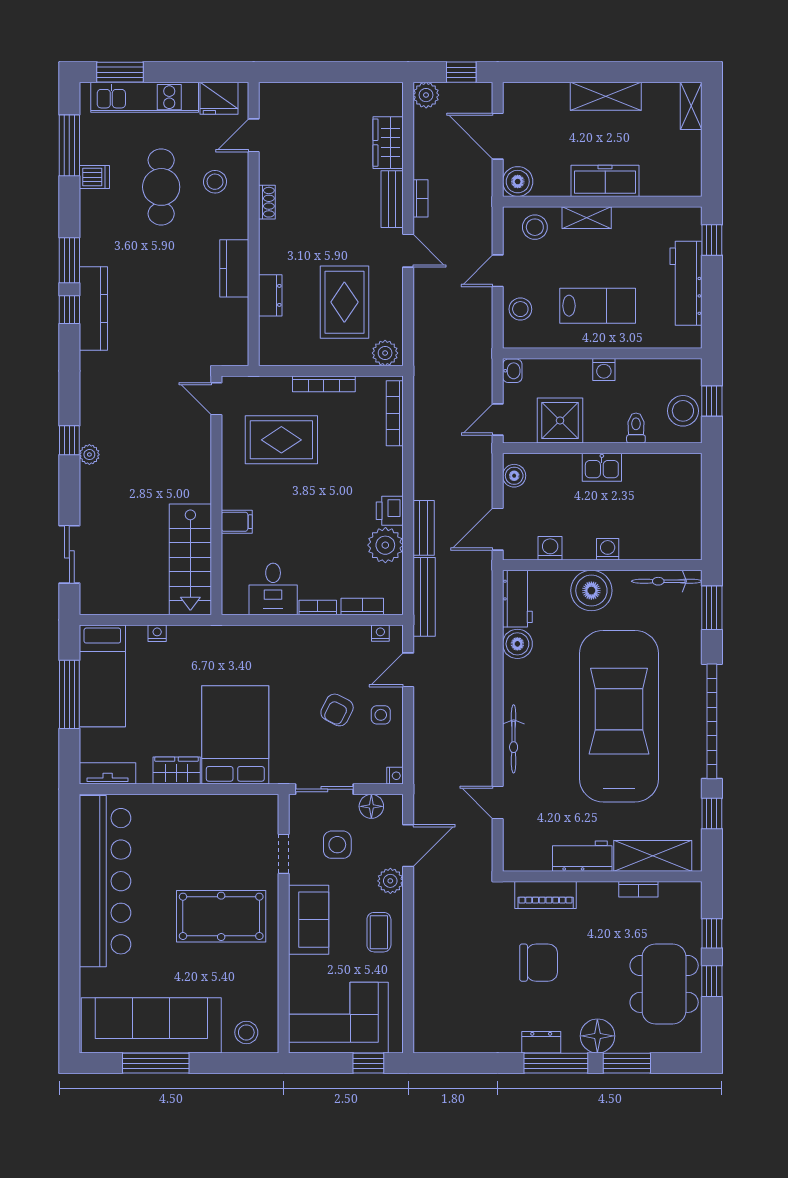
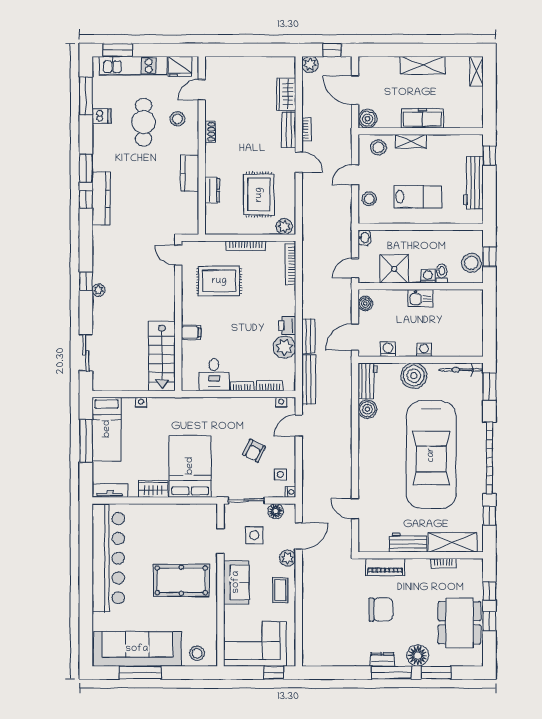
washing machine: (604, 369) -> (428, 276), moved, turned 180
side table: (381, 715) -> (280, 474), moved
car: (619, 716) -> (431, 455), turned 180
bicycle: (514, 739) -> (365, 469), removed

